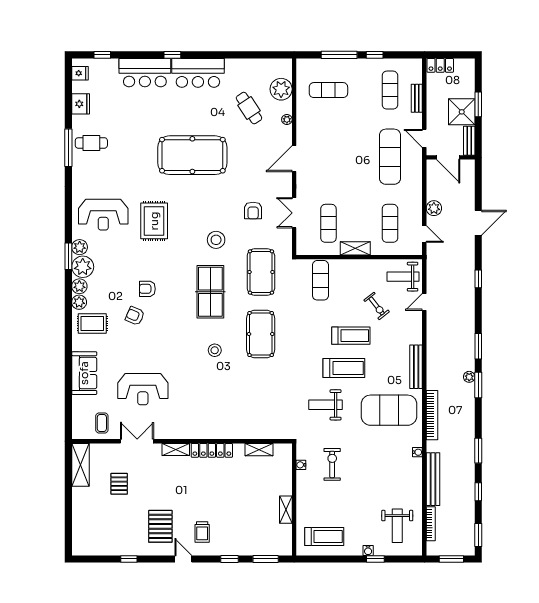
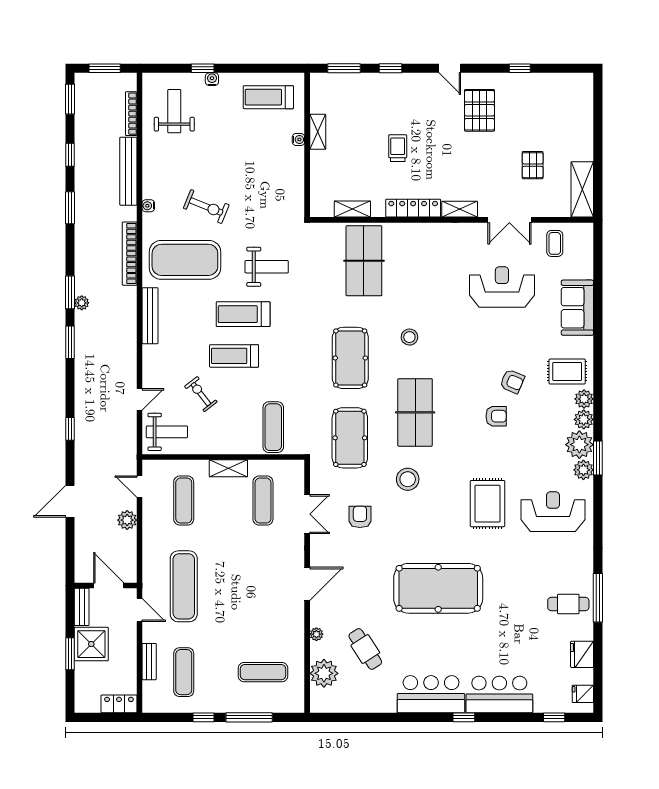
table tennis table: (250, 409) -> (364, 261), added
exercise bike: (332, 464) -> (206, 207), moved, turned -68
water cooler: (301, 465) -> (298, 140), moved
trolley: (202, 532) -> (398, 148), moved

